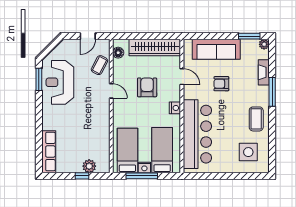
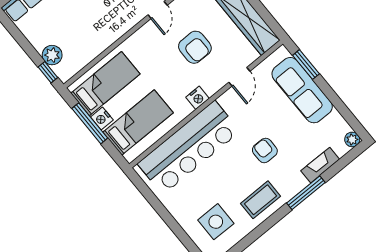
window: (249, 36) -> (306, 65), moved
armchair: (221, 84) -> (265, 150), moved
armchair: (147, 87) -> (195, 47), turned 90
window: (82, 176) -> (48, 72), moved

